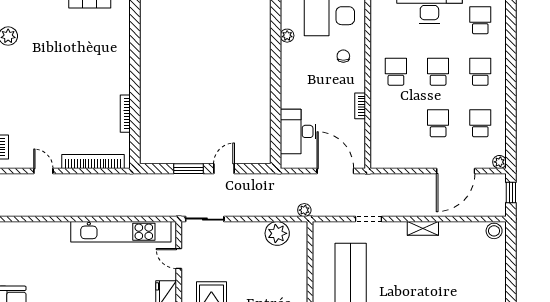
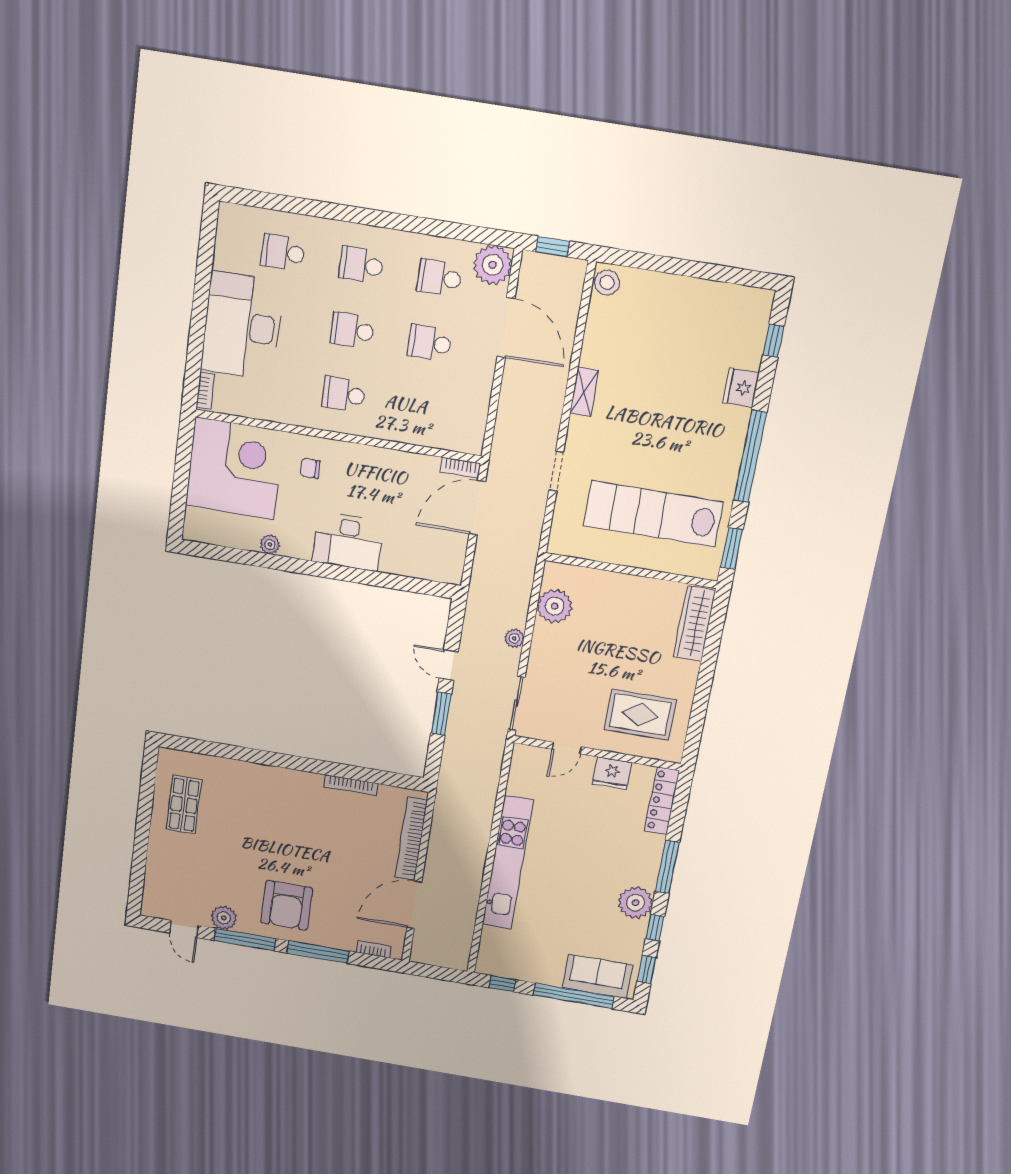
armchair: (26, 80) -> (287, 905), added
bookcase: (360, 106) -> (460, 468), moved
desk: (298, 131) -> (348, 541), moved
plant: (499, 162) -> (493, 265), width x1.87, depth x1.87
door: (43, 171) -> (414, 905), width x1.88
plant: (304, 210) -> (514, 638), moved
kitchen unit: (121, 232) -> (508, 863), moved

